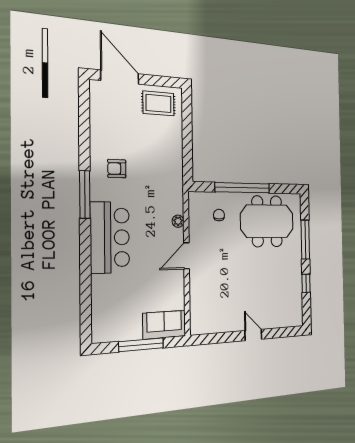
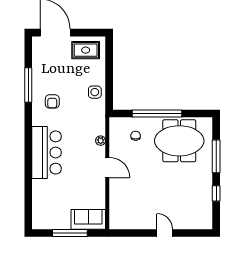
side table: (170, 158) -> (95, 92), added
armchair: (117, 169) -> (52, 101), turned -90
window: (85, 194) -> (28, 85), moved
door: (187, 256) -> (107, 167), swing flipped

